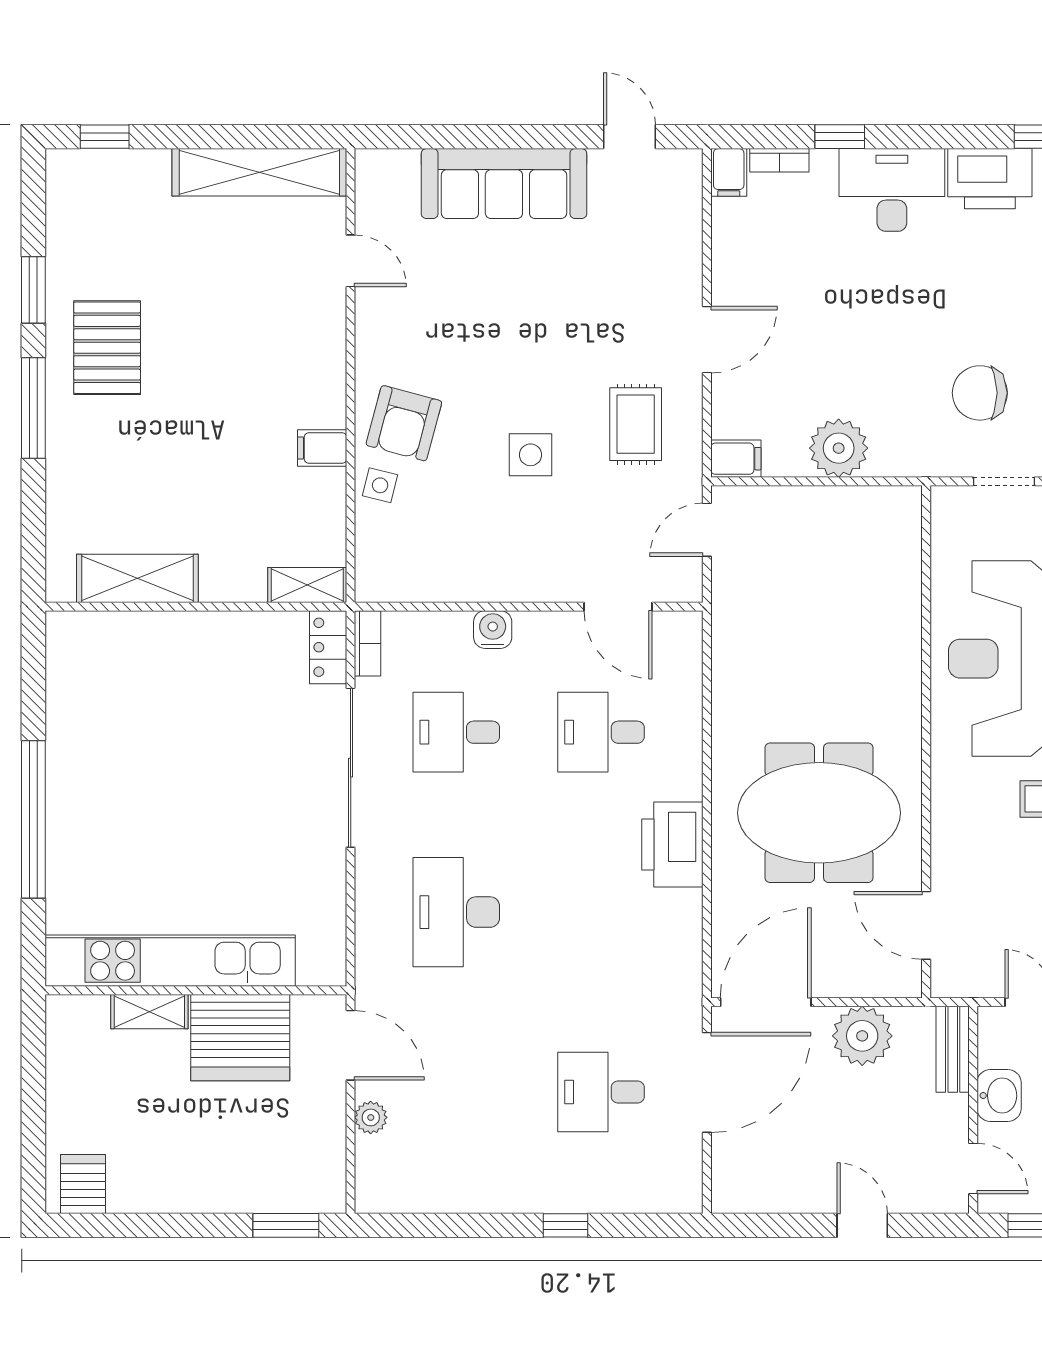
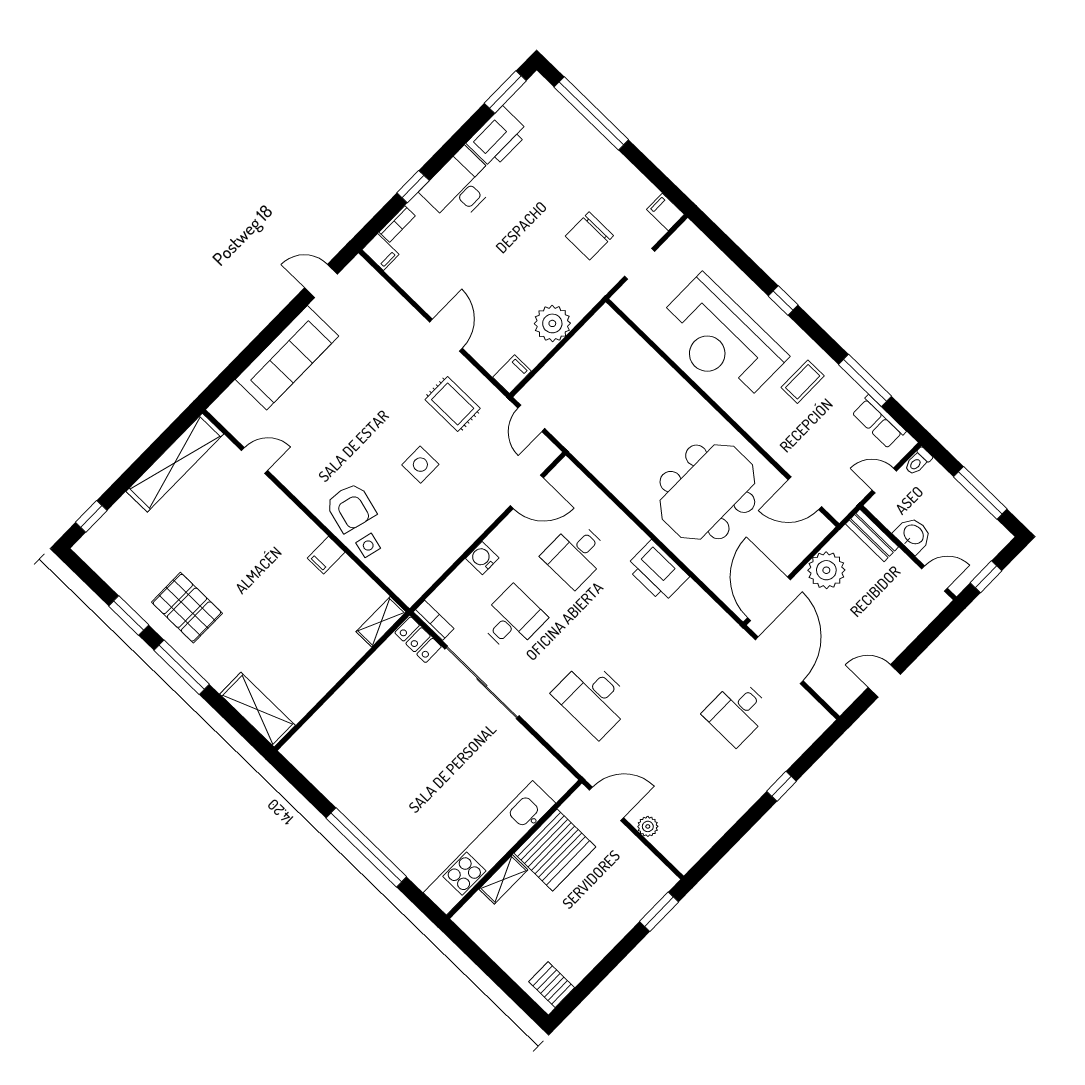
shelving: (137, 578) -> (258, 710), moved, turned 90
desk: (456, 732) -> (512, 619), turned 180
door: (862, 1225) -> (884, 681), moved

